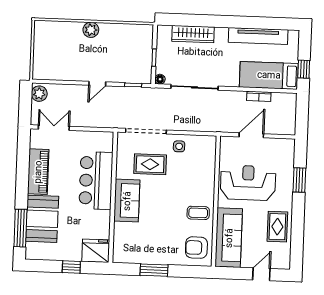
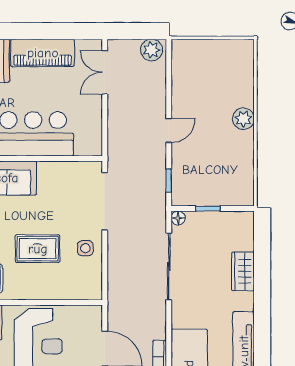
wardrobe: (193, 34) -> (243, 271), width x0.67
door: (97, 84) -> (169, 131), swing flipped
double door: (54, 128) -> (105, 72), swing flipped
rug: (150, 164) -> (38, 249), moved, turned 90

